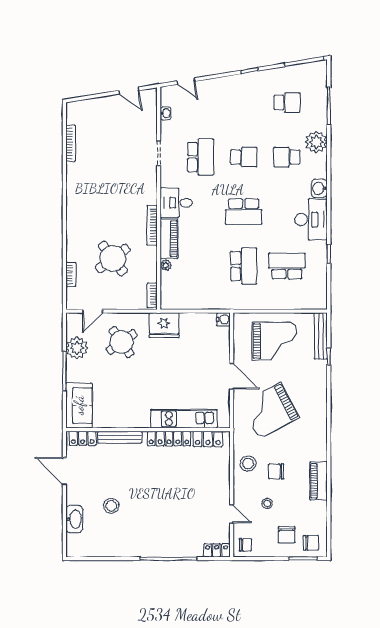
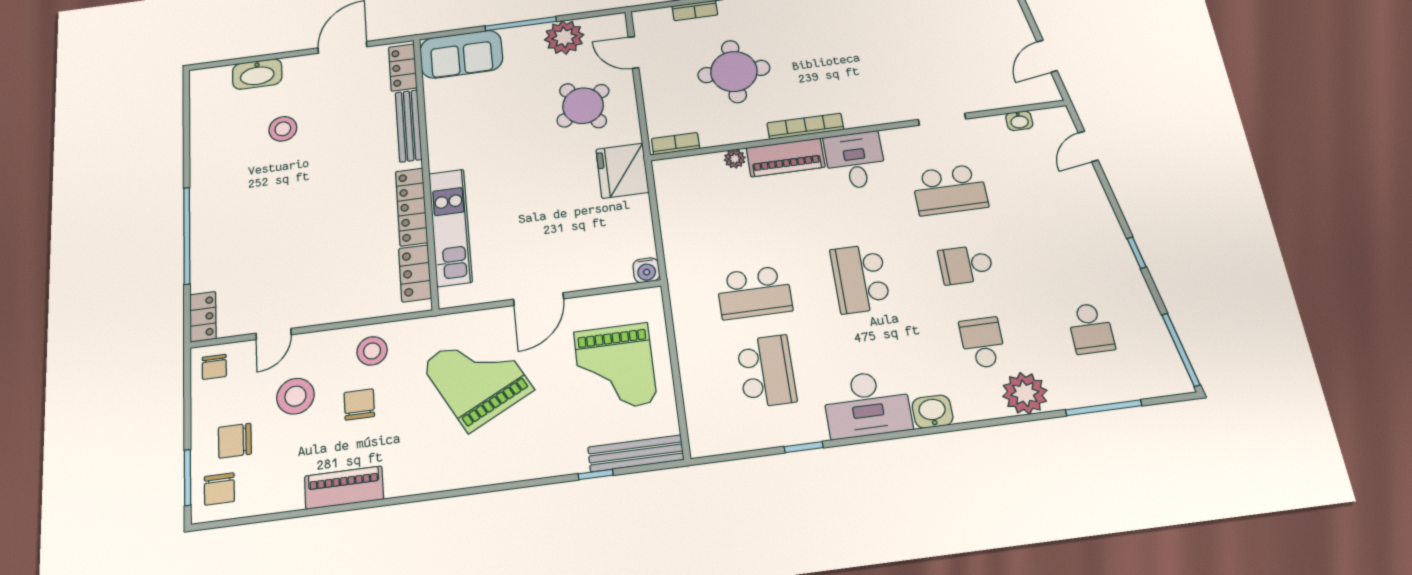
school desk: (244, 157) -> (966, 265), turned 90
round table: (113, 258) -> (734, 71), turned 37
stool: (267, 504) -> (295, 396), width x1.89, depth x1.89

